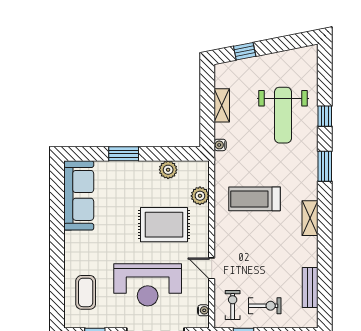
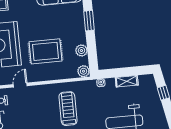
plant: (200, 196) -> (84, 71), moved
rug: (164, 225) -> (45, 51), turned 90

